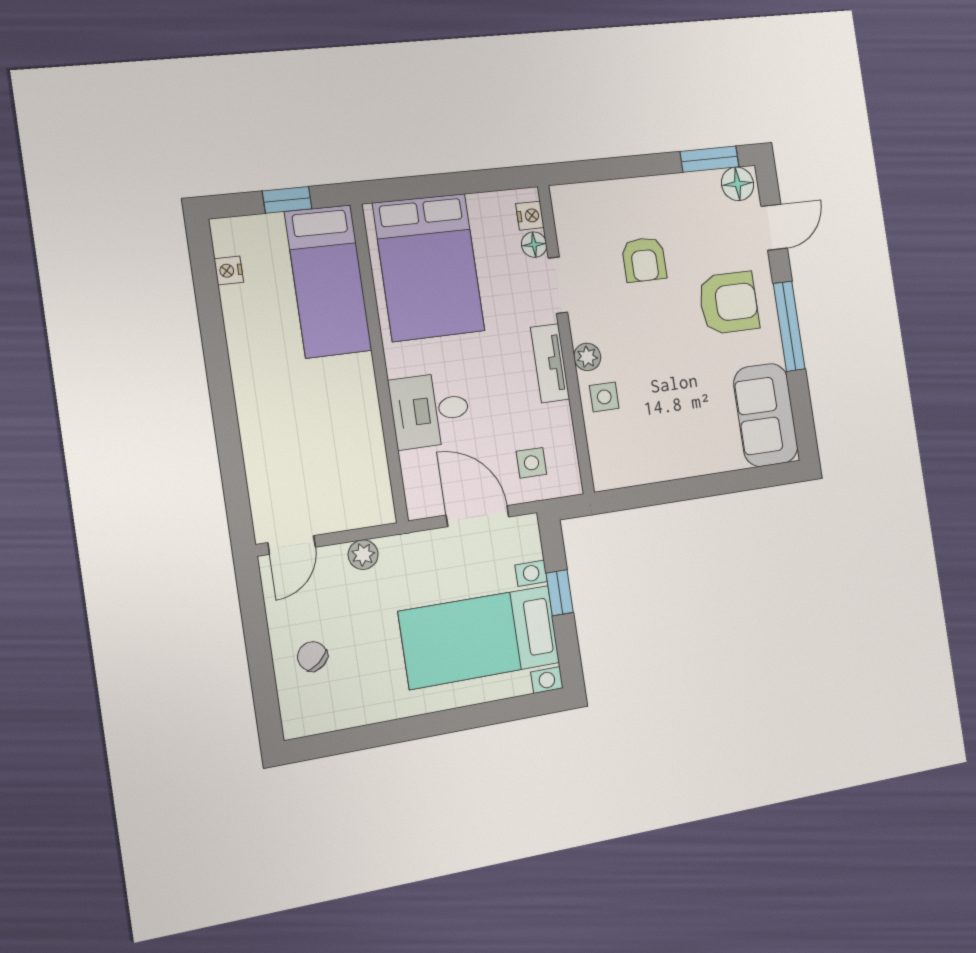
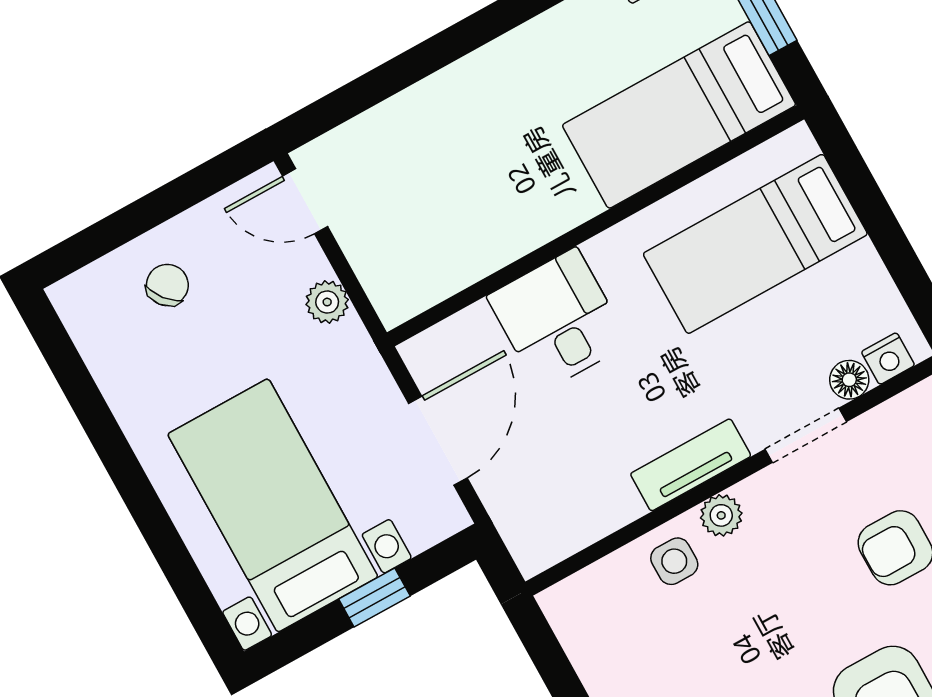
bed: (429, 267) -> (755, 244), width x0.67
side table: (531, 463) -> (540, 490), removed

